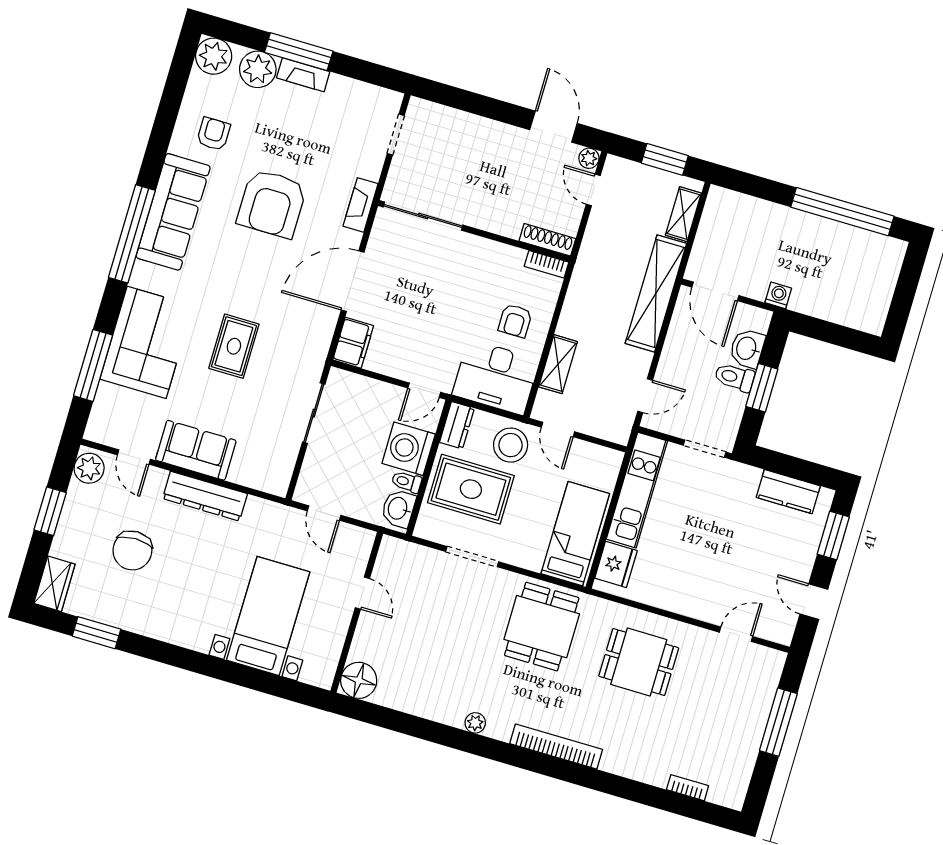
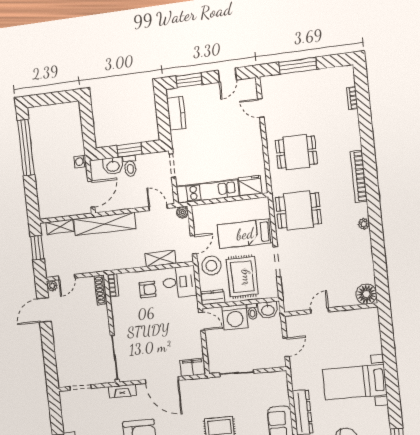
desk: (496, 377) -> (179, 282), width x0.73
boiler: (620, 433) -> (182, 212), added
bed: (575, 534) -> (245, 234), moved
bed with nightstands: (268, 616) -> (355, 382), moved
dining table: (639, 662) -> (296, 152), turned 90

